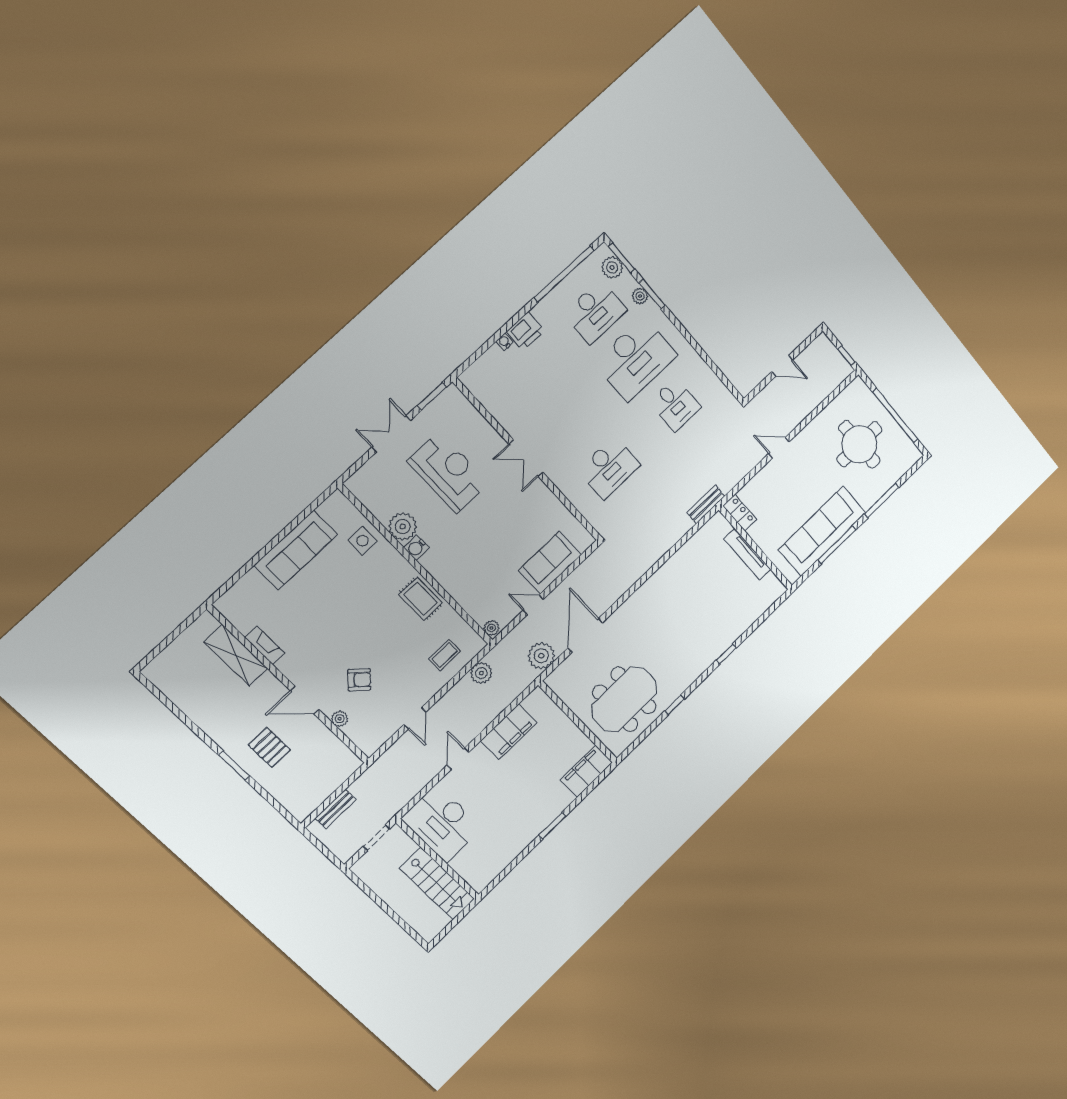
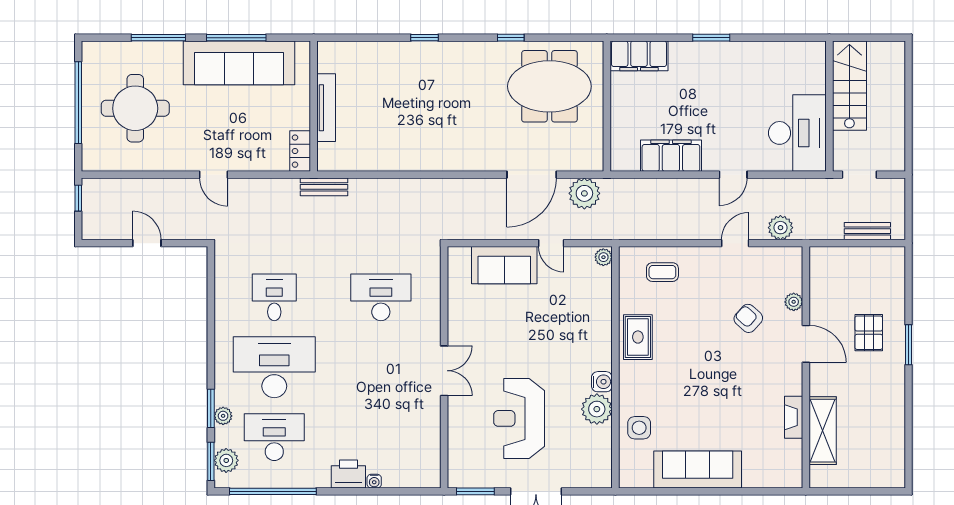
plant: (481, 673) -> (780, 228), moved

